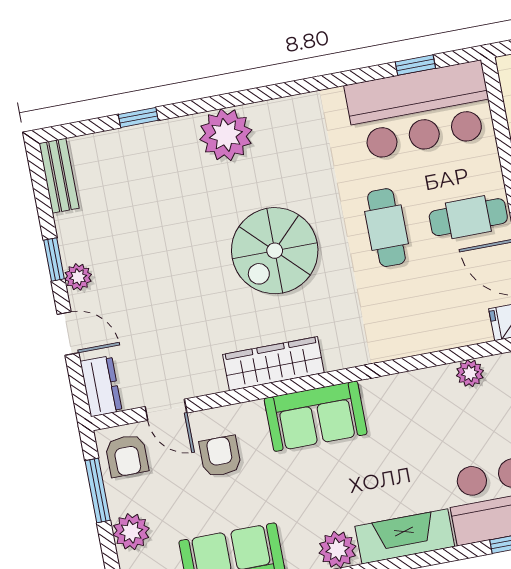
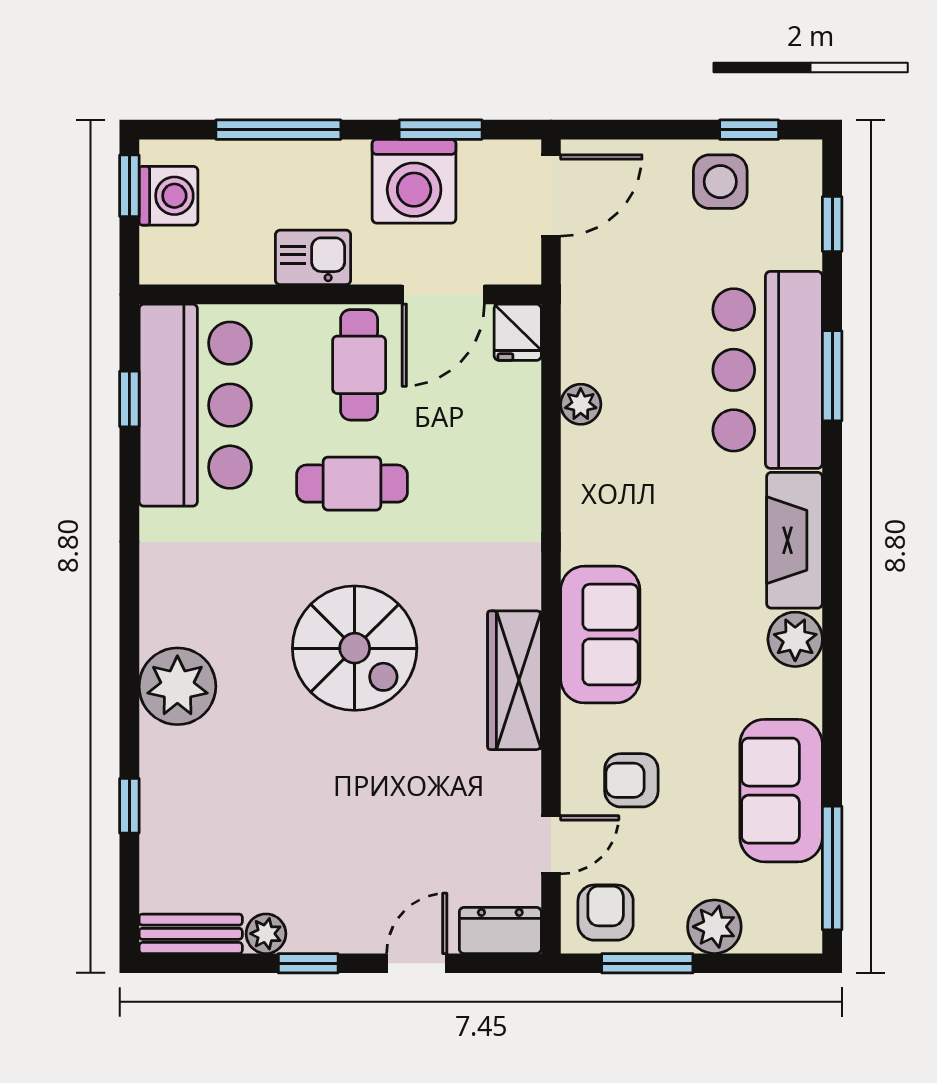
plant: (78, 277) -> (266, 934), moved
armchair: (127, 456) -> (606, 913), turned -90

